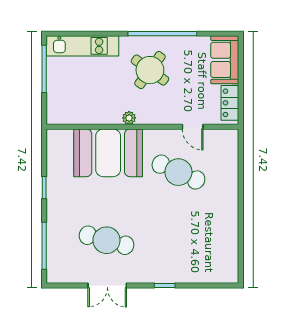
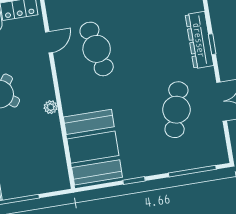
booth: (108, 153) -> (93, 147), moved
cafe table: (178, 172) -> (97, 49), turned -36
dresser: (171, 274) -> (199, 40), added

